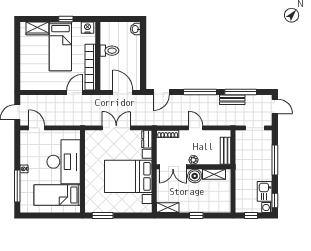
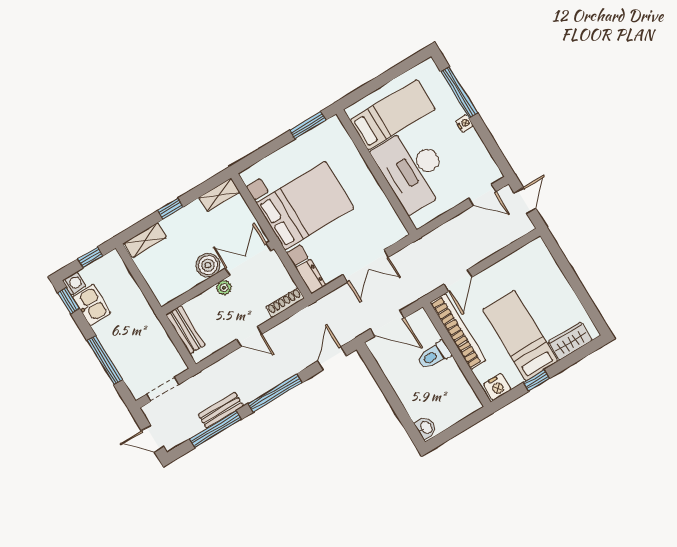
toilet: (109, 51) -> (434, 355), moved
shelving: (214, 174) -> (145, 240), moved

